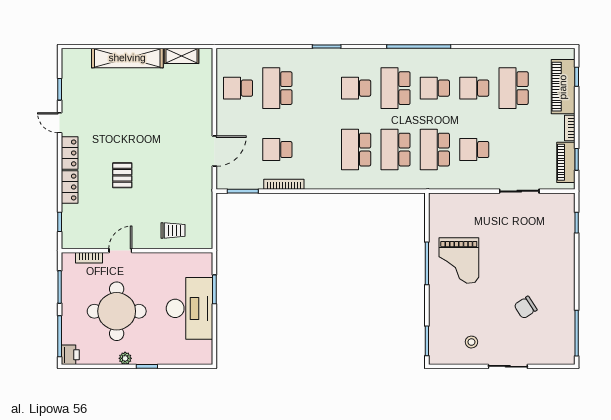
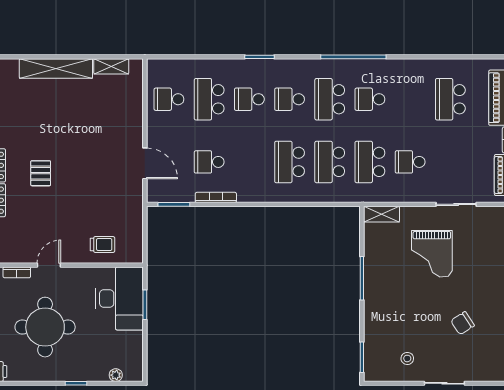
school desk: (474, 88) -> (249, 99), moved
door: (214, 151) -> (145, 163), hinge flipped
pallet: (122, 175) -> (41, 173), moved
shelving: (446, 201) -> (381, 214), added
grand piano: (459, 261) -> (432, 254), moved
desk: (189, 308) -> (119, 298), moved
plant: (125, 358) -> (116, 375), moved

